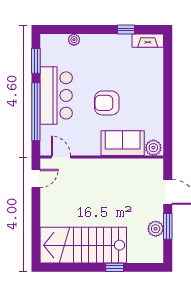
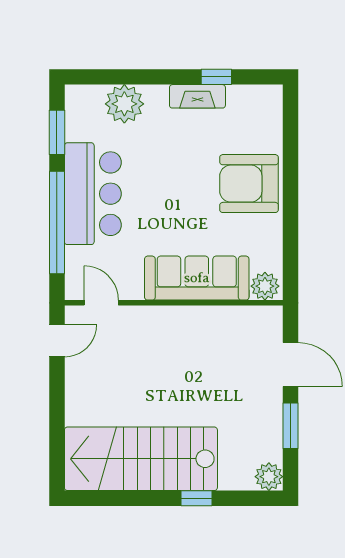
plant: (74, 40) -> (124, 104), width x1.88, depth x1.88
fireplace: (148, 41) -> (197, 96), moved
armchair: (107, 103) -> (249, 184), moved, width x1.36, depth x1.36
sofa: (123, 143) -> (197, 278), width x1.36
plant: (156, 229) -> (269, 477), moved

